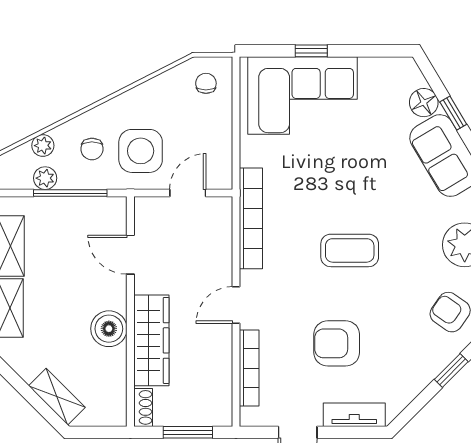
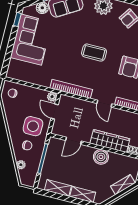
window: (311, 51) -> (17, 19), moved
corner sofa: (302, 95) -> (31, 40), moved
plant: (45, 178) -> (52, 97), moved
coffee table: (350, 250) -> (94, 53), turned 90

